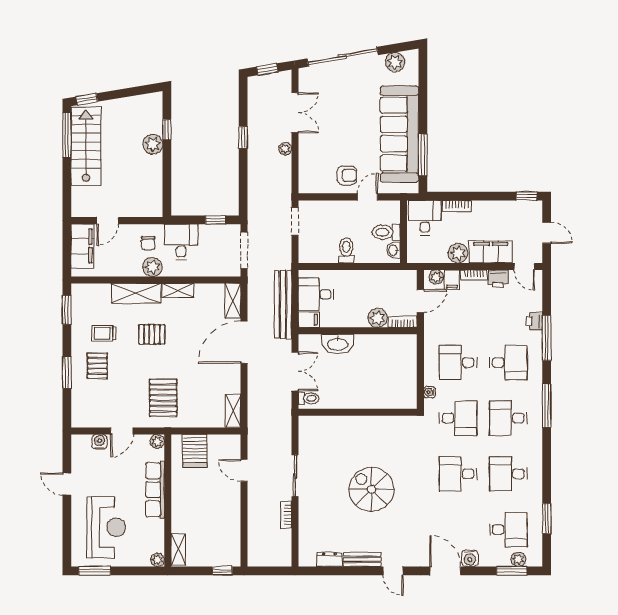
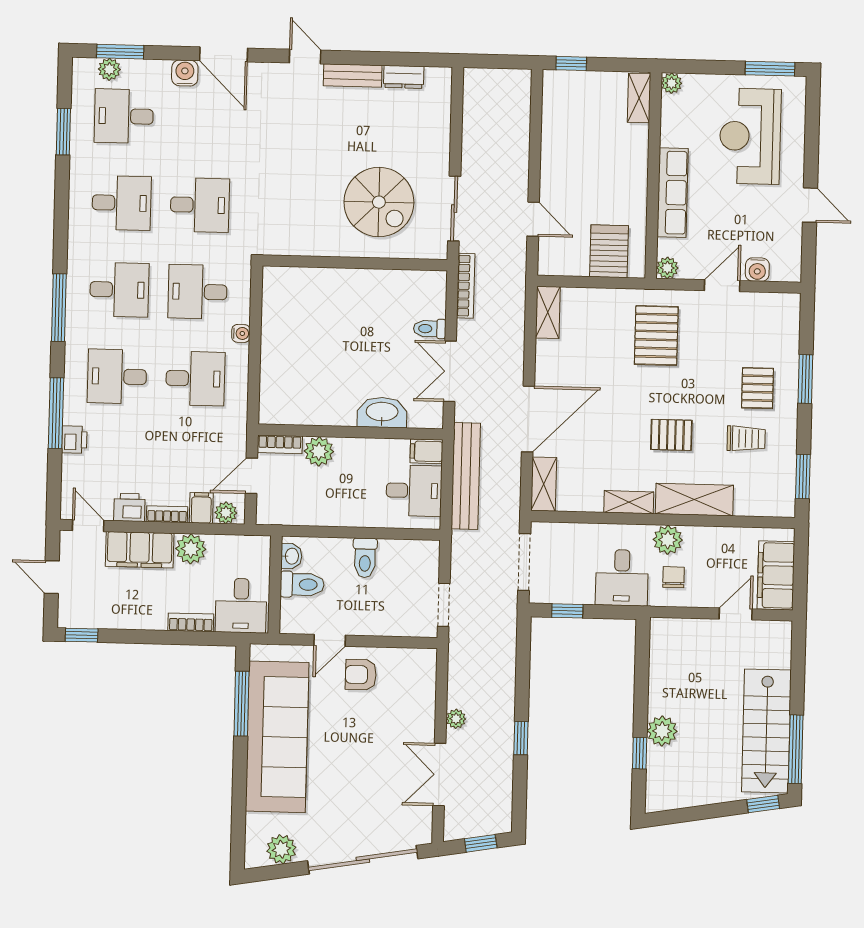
wall: (358, 412) -> (355, 263), moved
spiral stairs: (371, 489) -> (379, 202), moved
bookcase: (286, 515) -> (466, 286), moved, width x1.56

